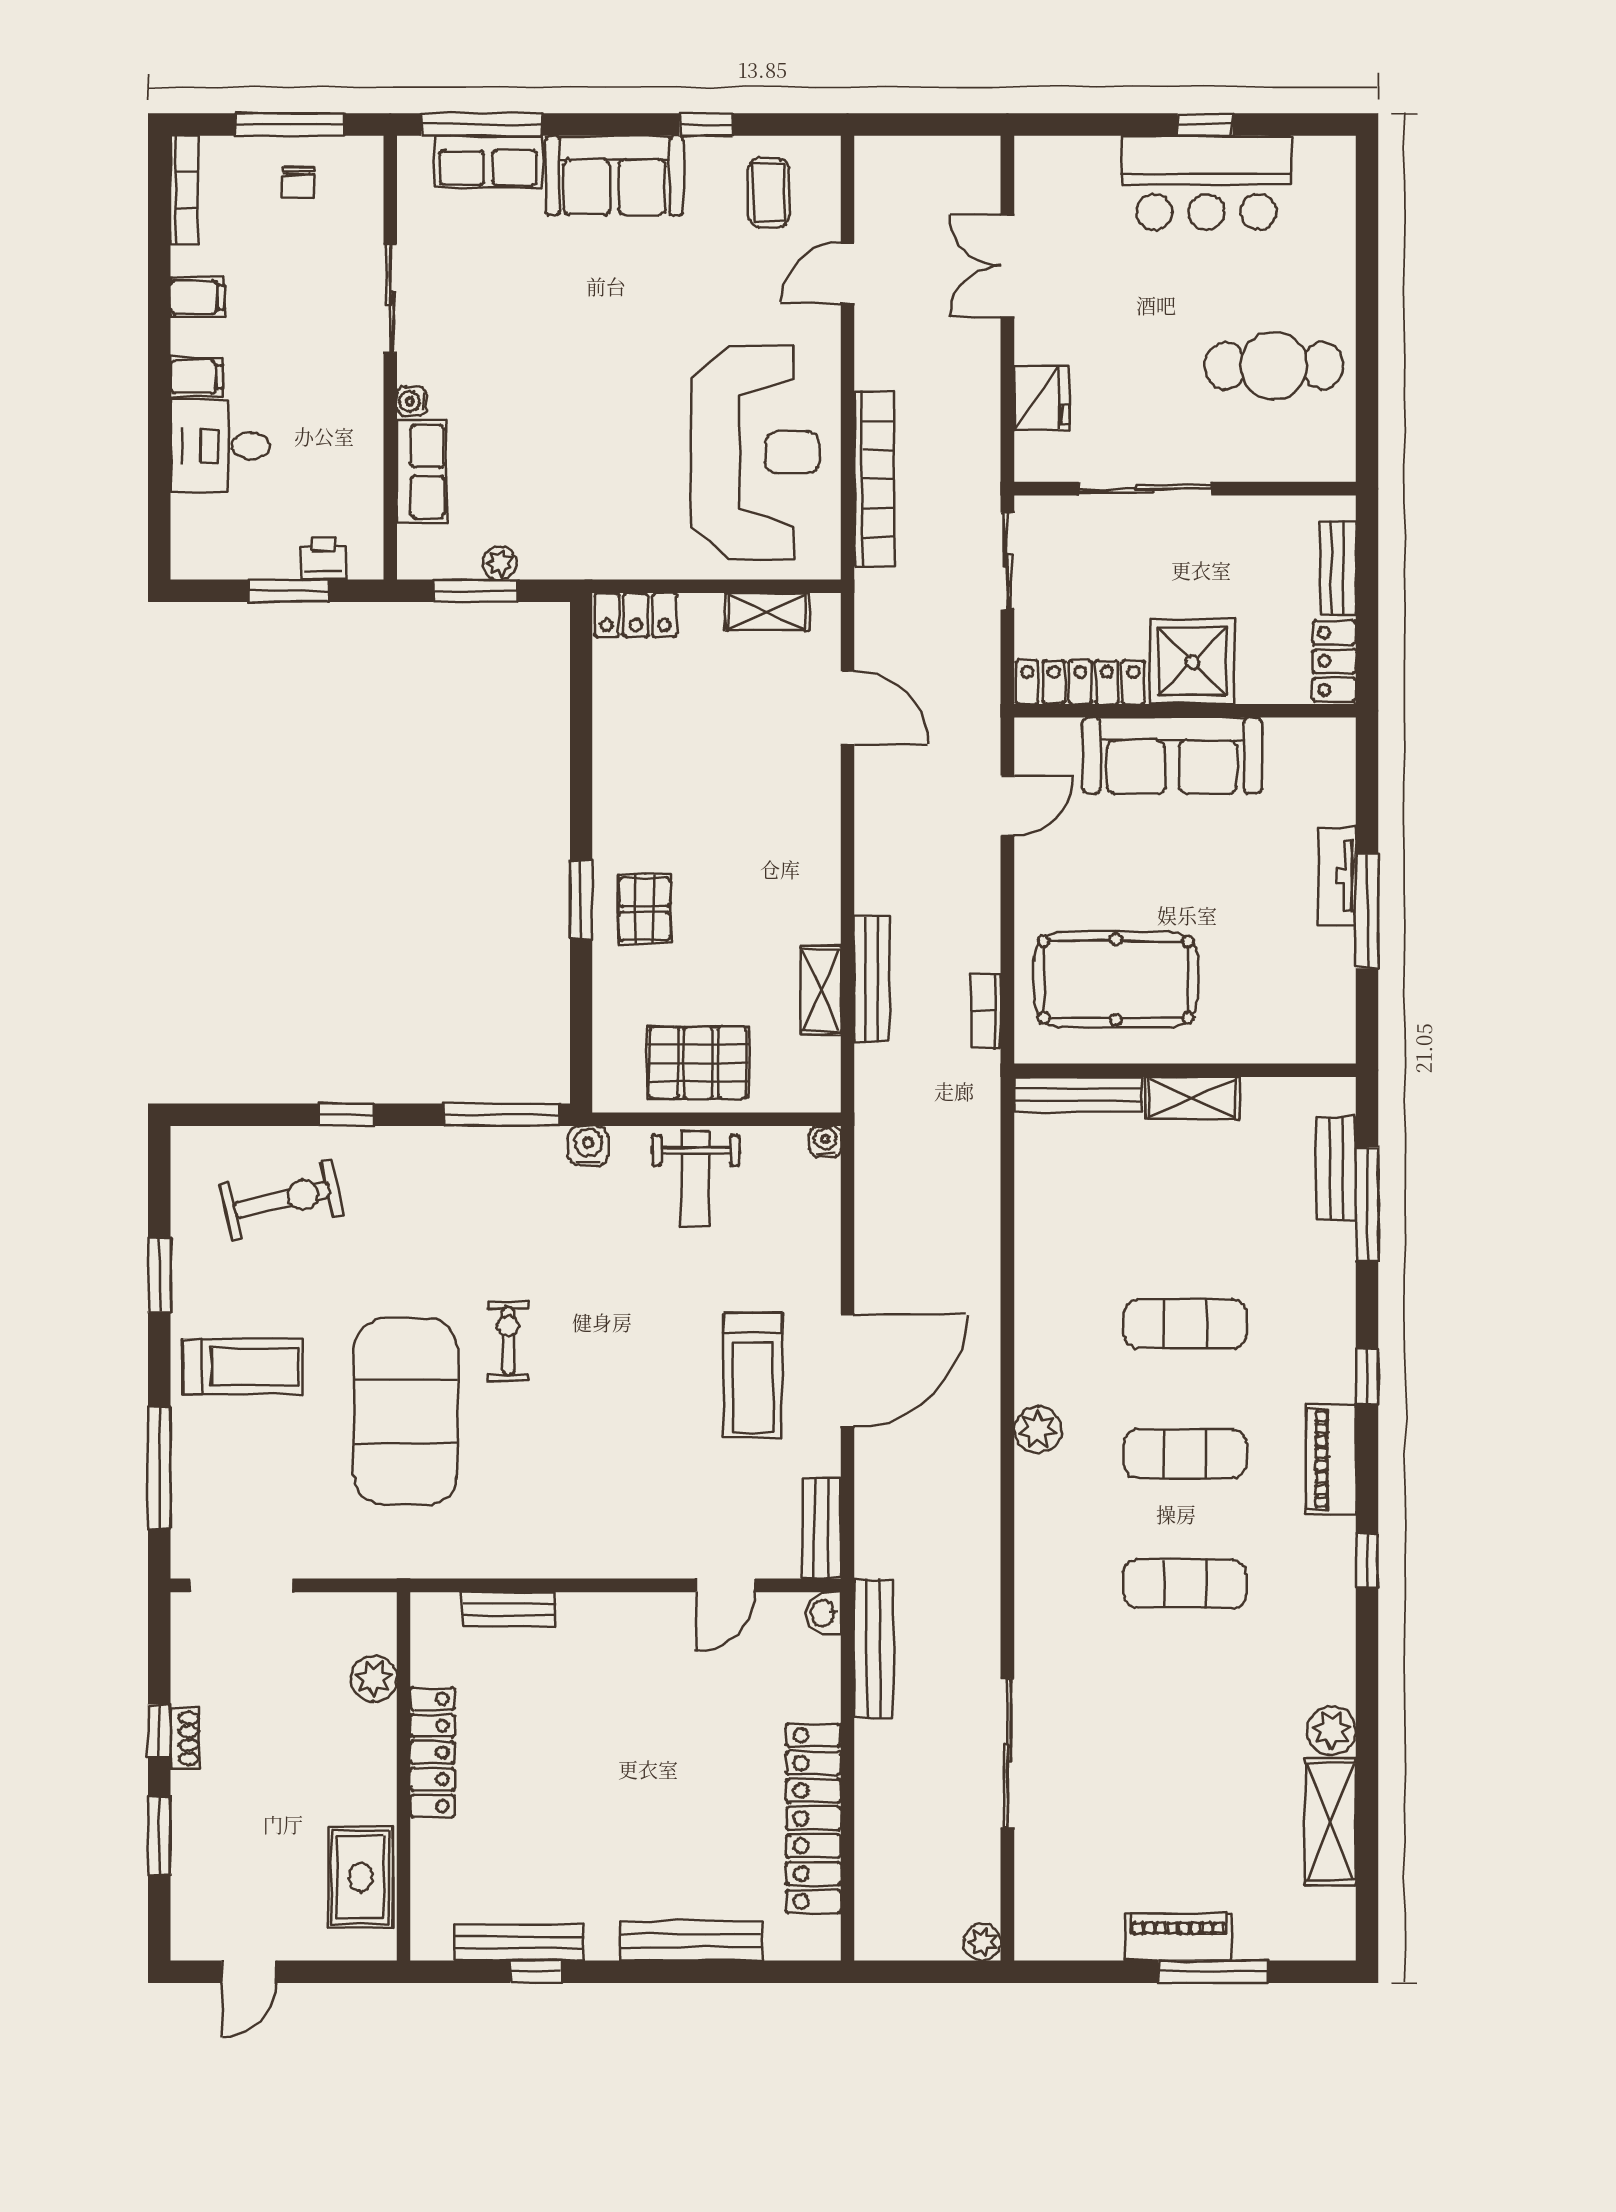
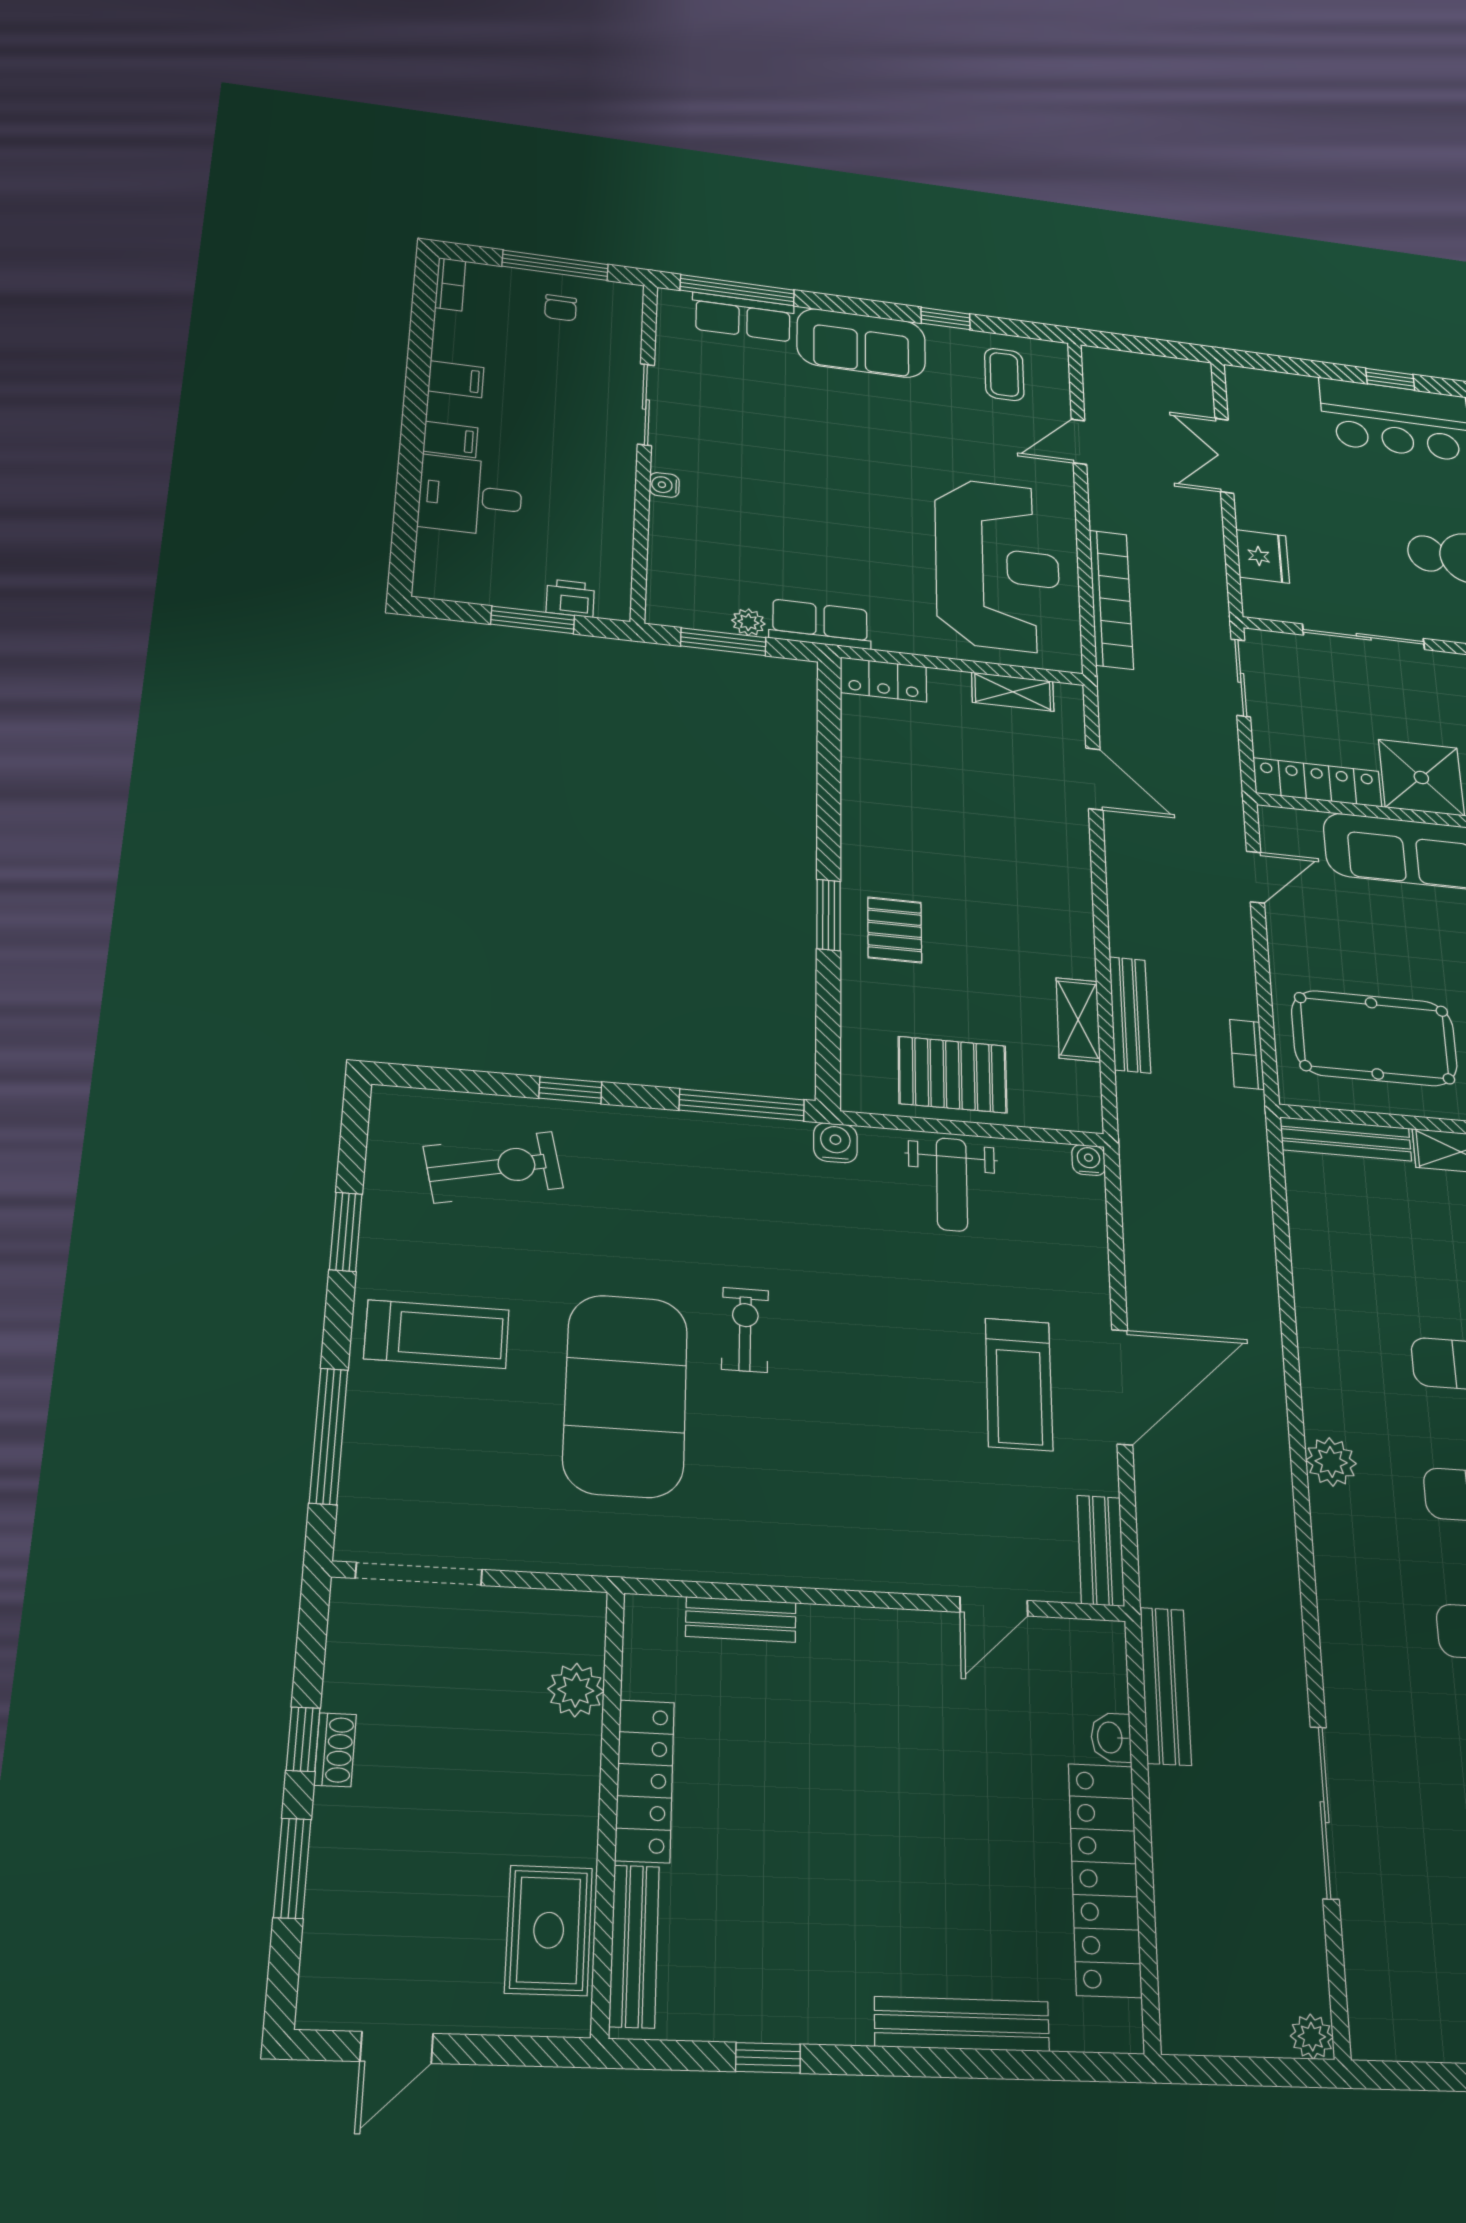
bookcase: (184, 190) -> (450, 284), width x0.64
row of seats: (421, 471) -> (820, 624), moved, turned -90
washbasin: (824, 1613) -> (1111, 1738), moved
bench: (519, 1943) -> (634, 1946), moved, turned 90

